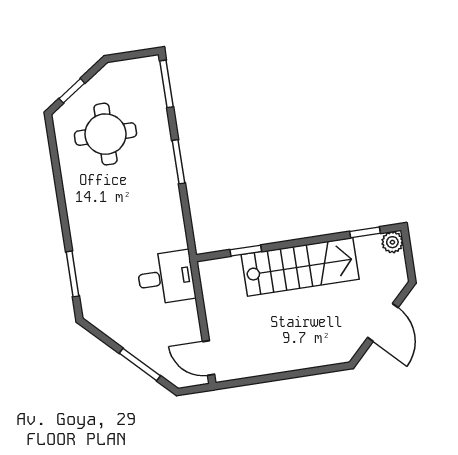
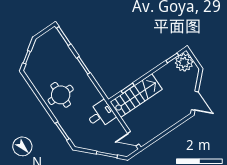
round table: (105, 134) -> (61, 95), moved
plant: (392, 242) -> (184, 62), width x1.87, depth x1.87
stairs: (300, 267) -> (136, 96), moved
door: (383, 323) -> (195, 101), moved

